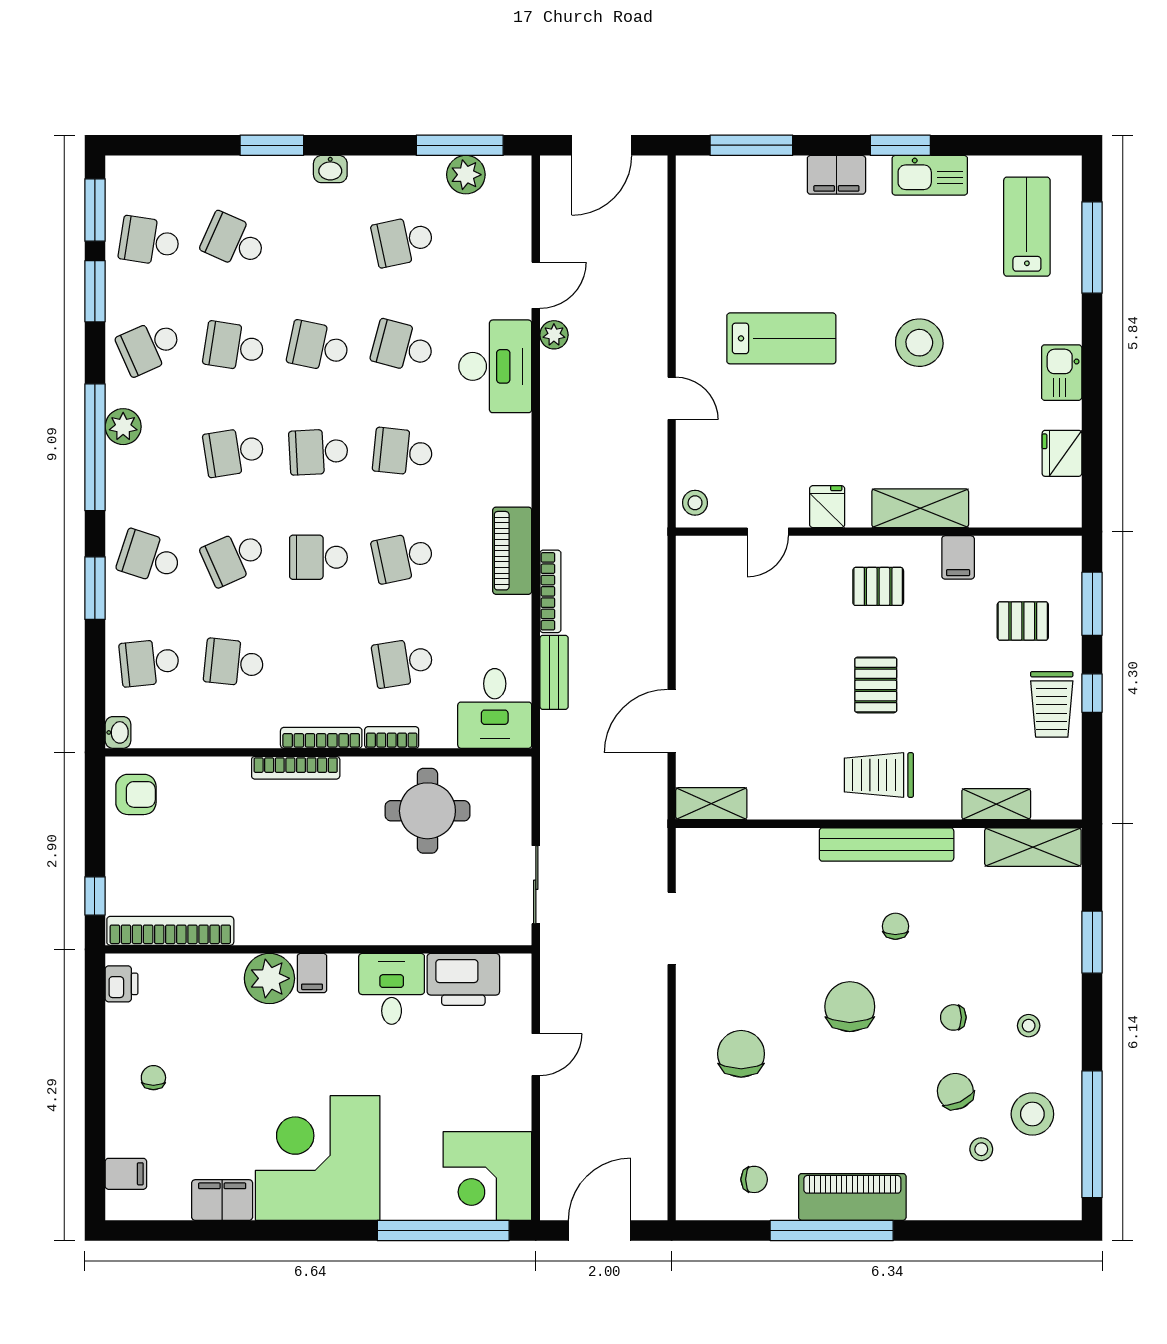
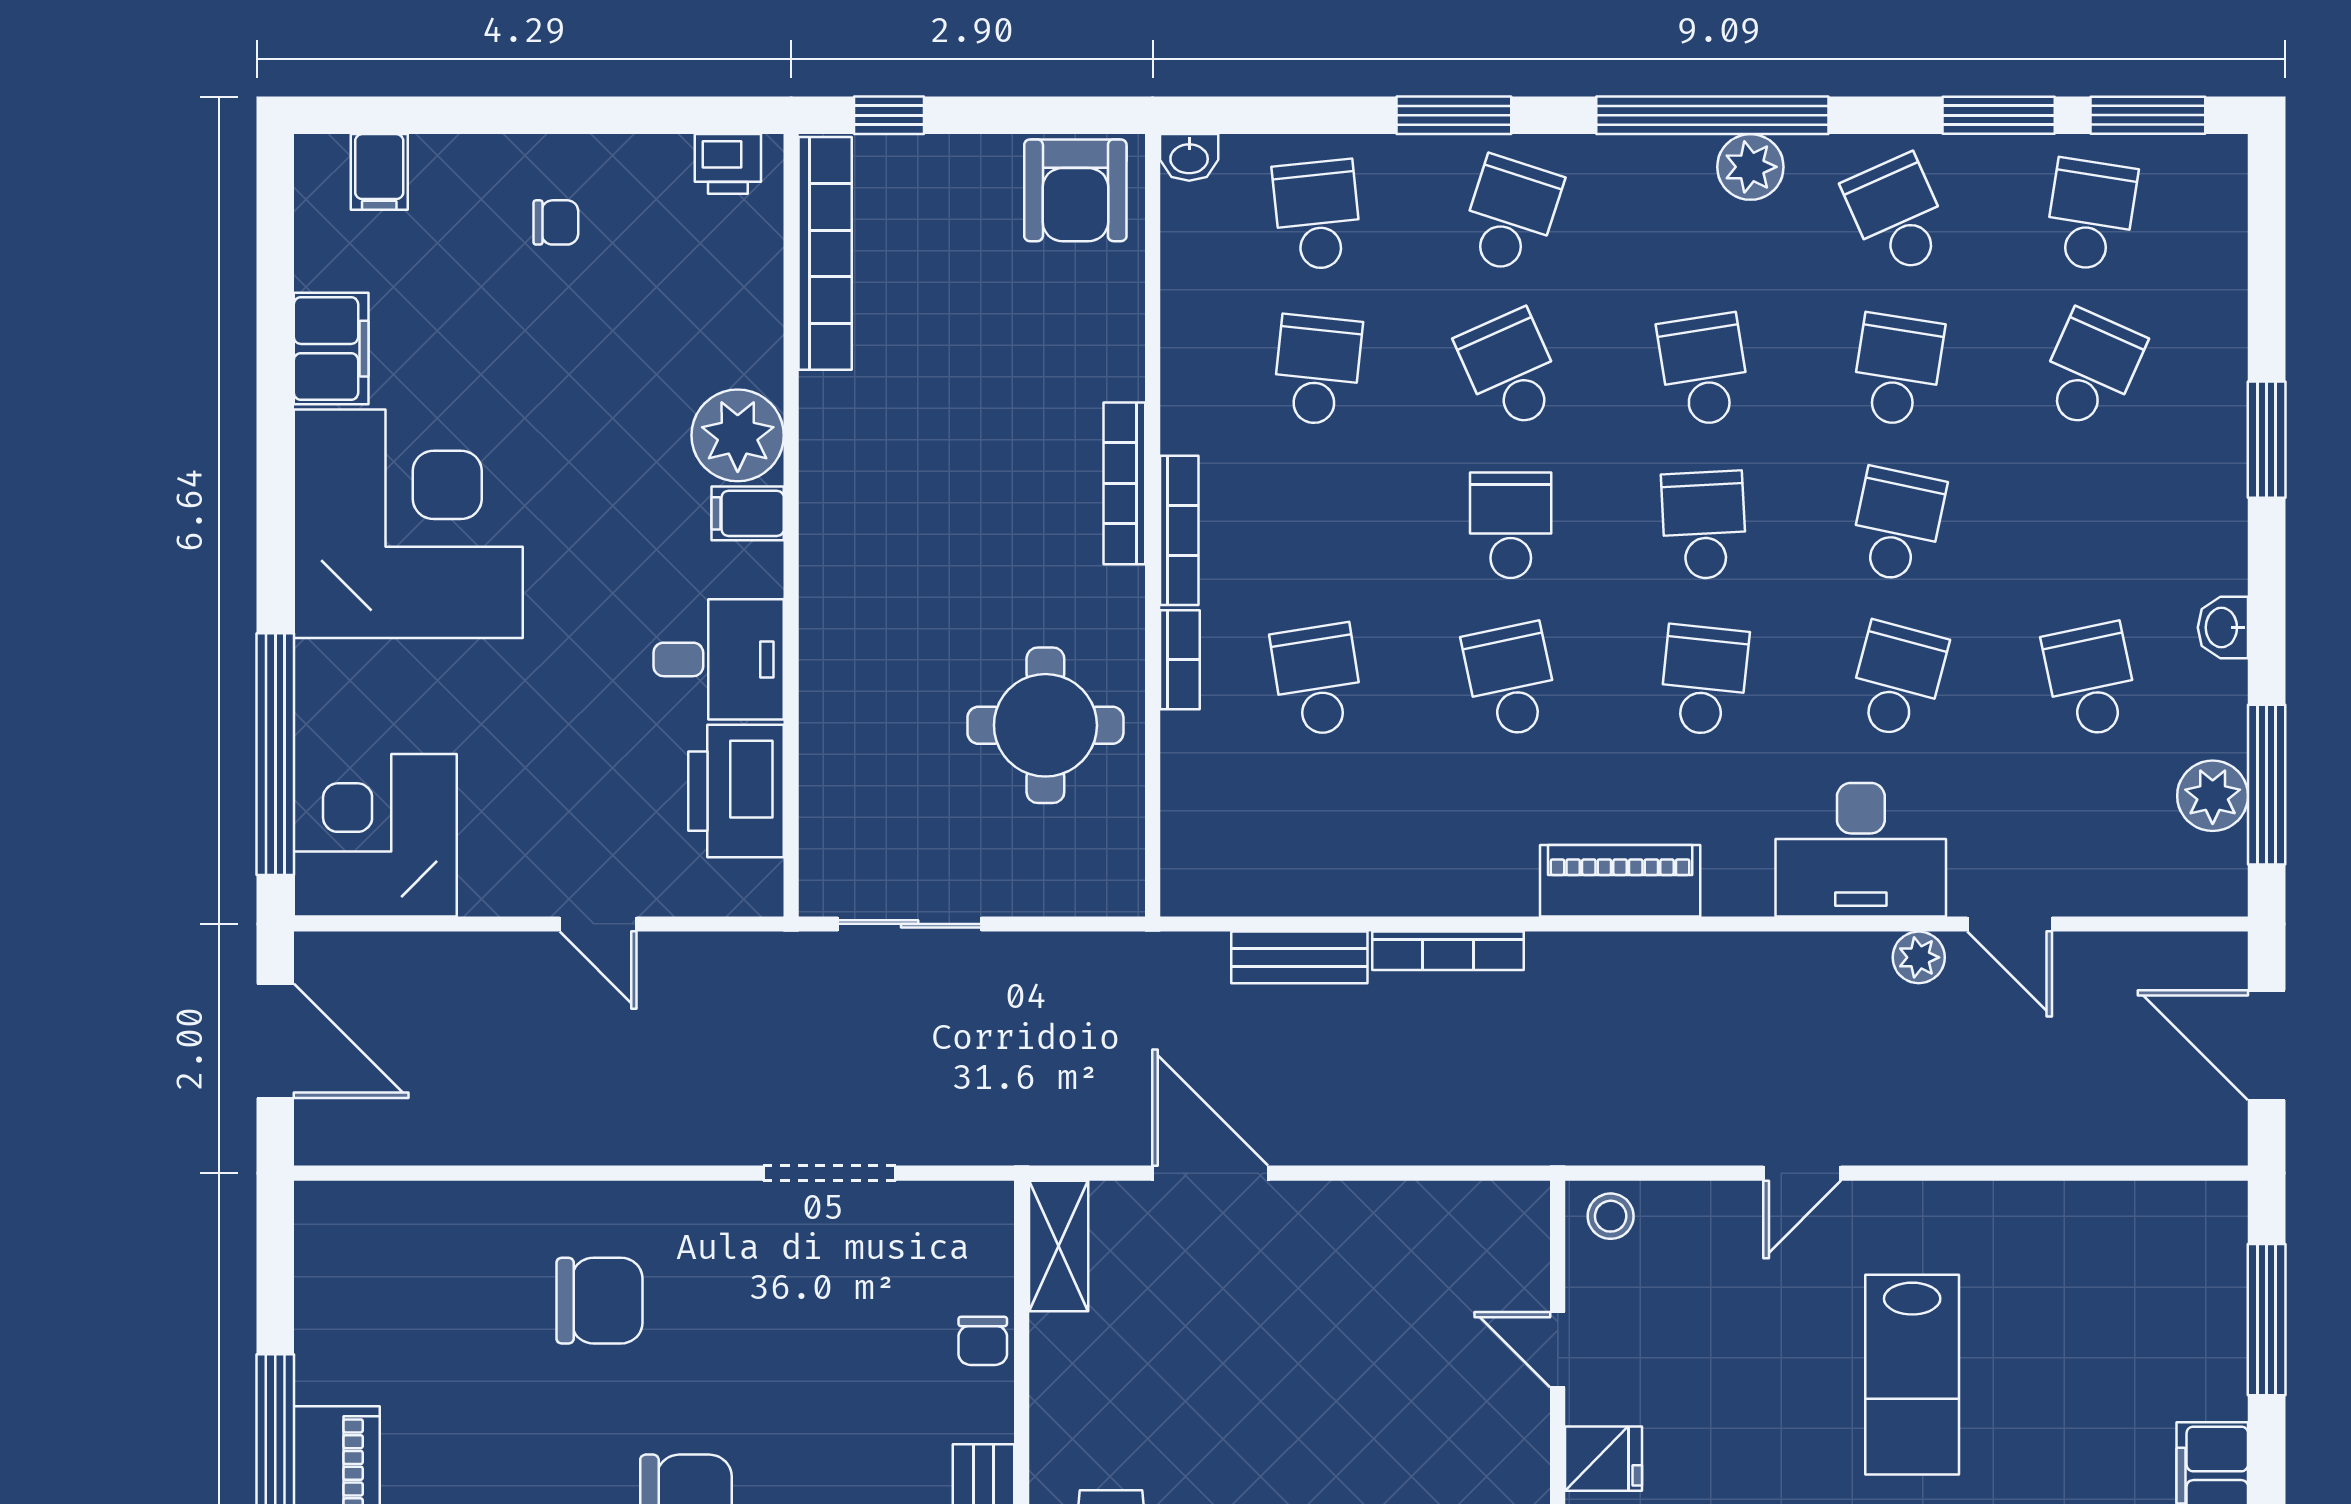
washbasin: (330, 169) -> (2223, 628), moved
piano: (512, 551) -> (1620, 881), moved
desk: (495, 708) -> (1233, 849), removed
armchair: (136, 794) -> (1075, 190), width x1.38, depth x1.38
chair: (754, 1179) -> (983, 1341), moved

